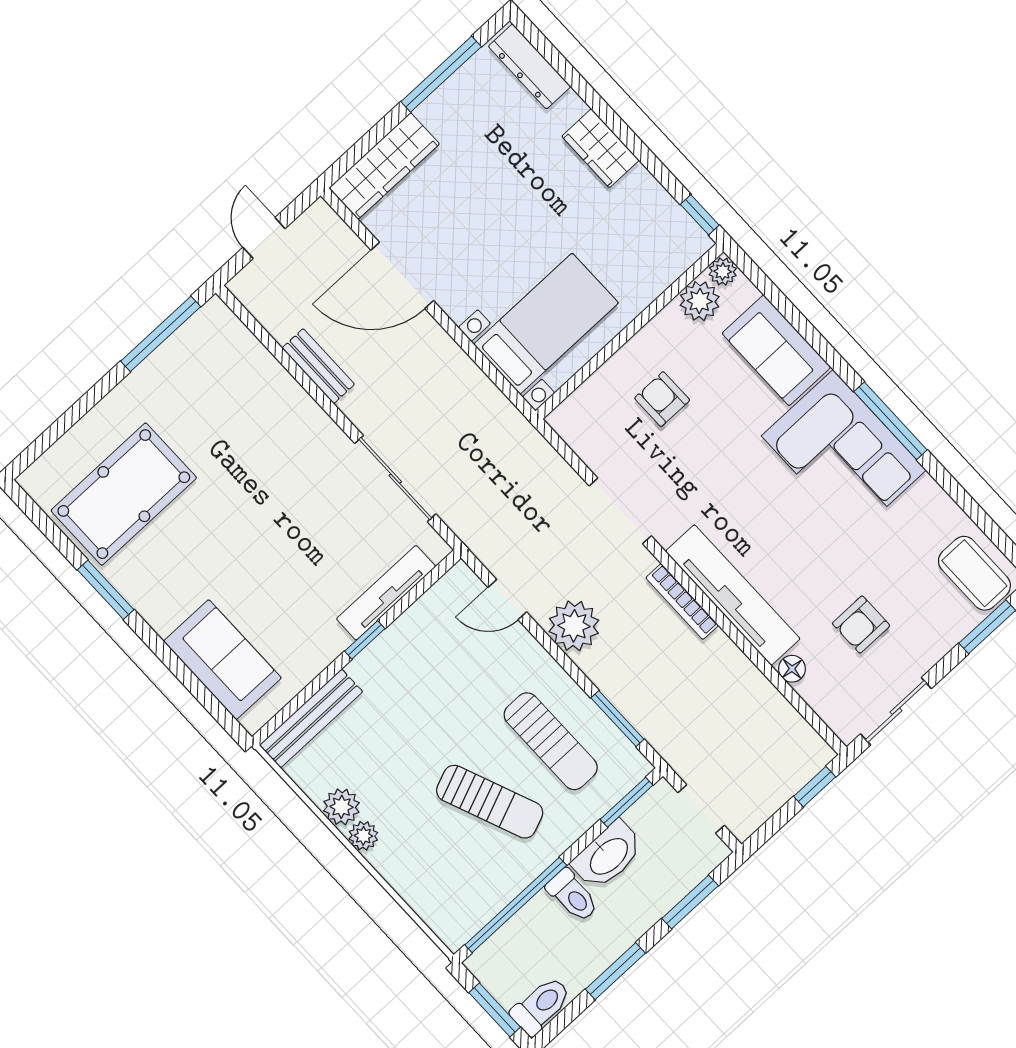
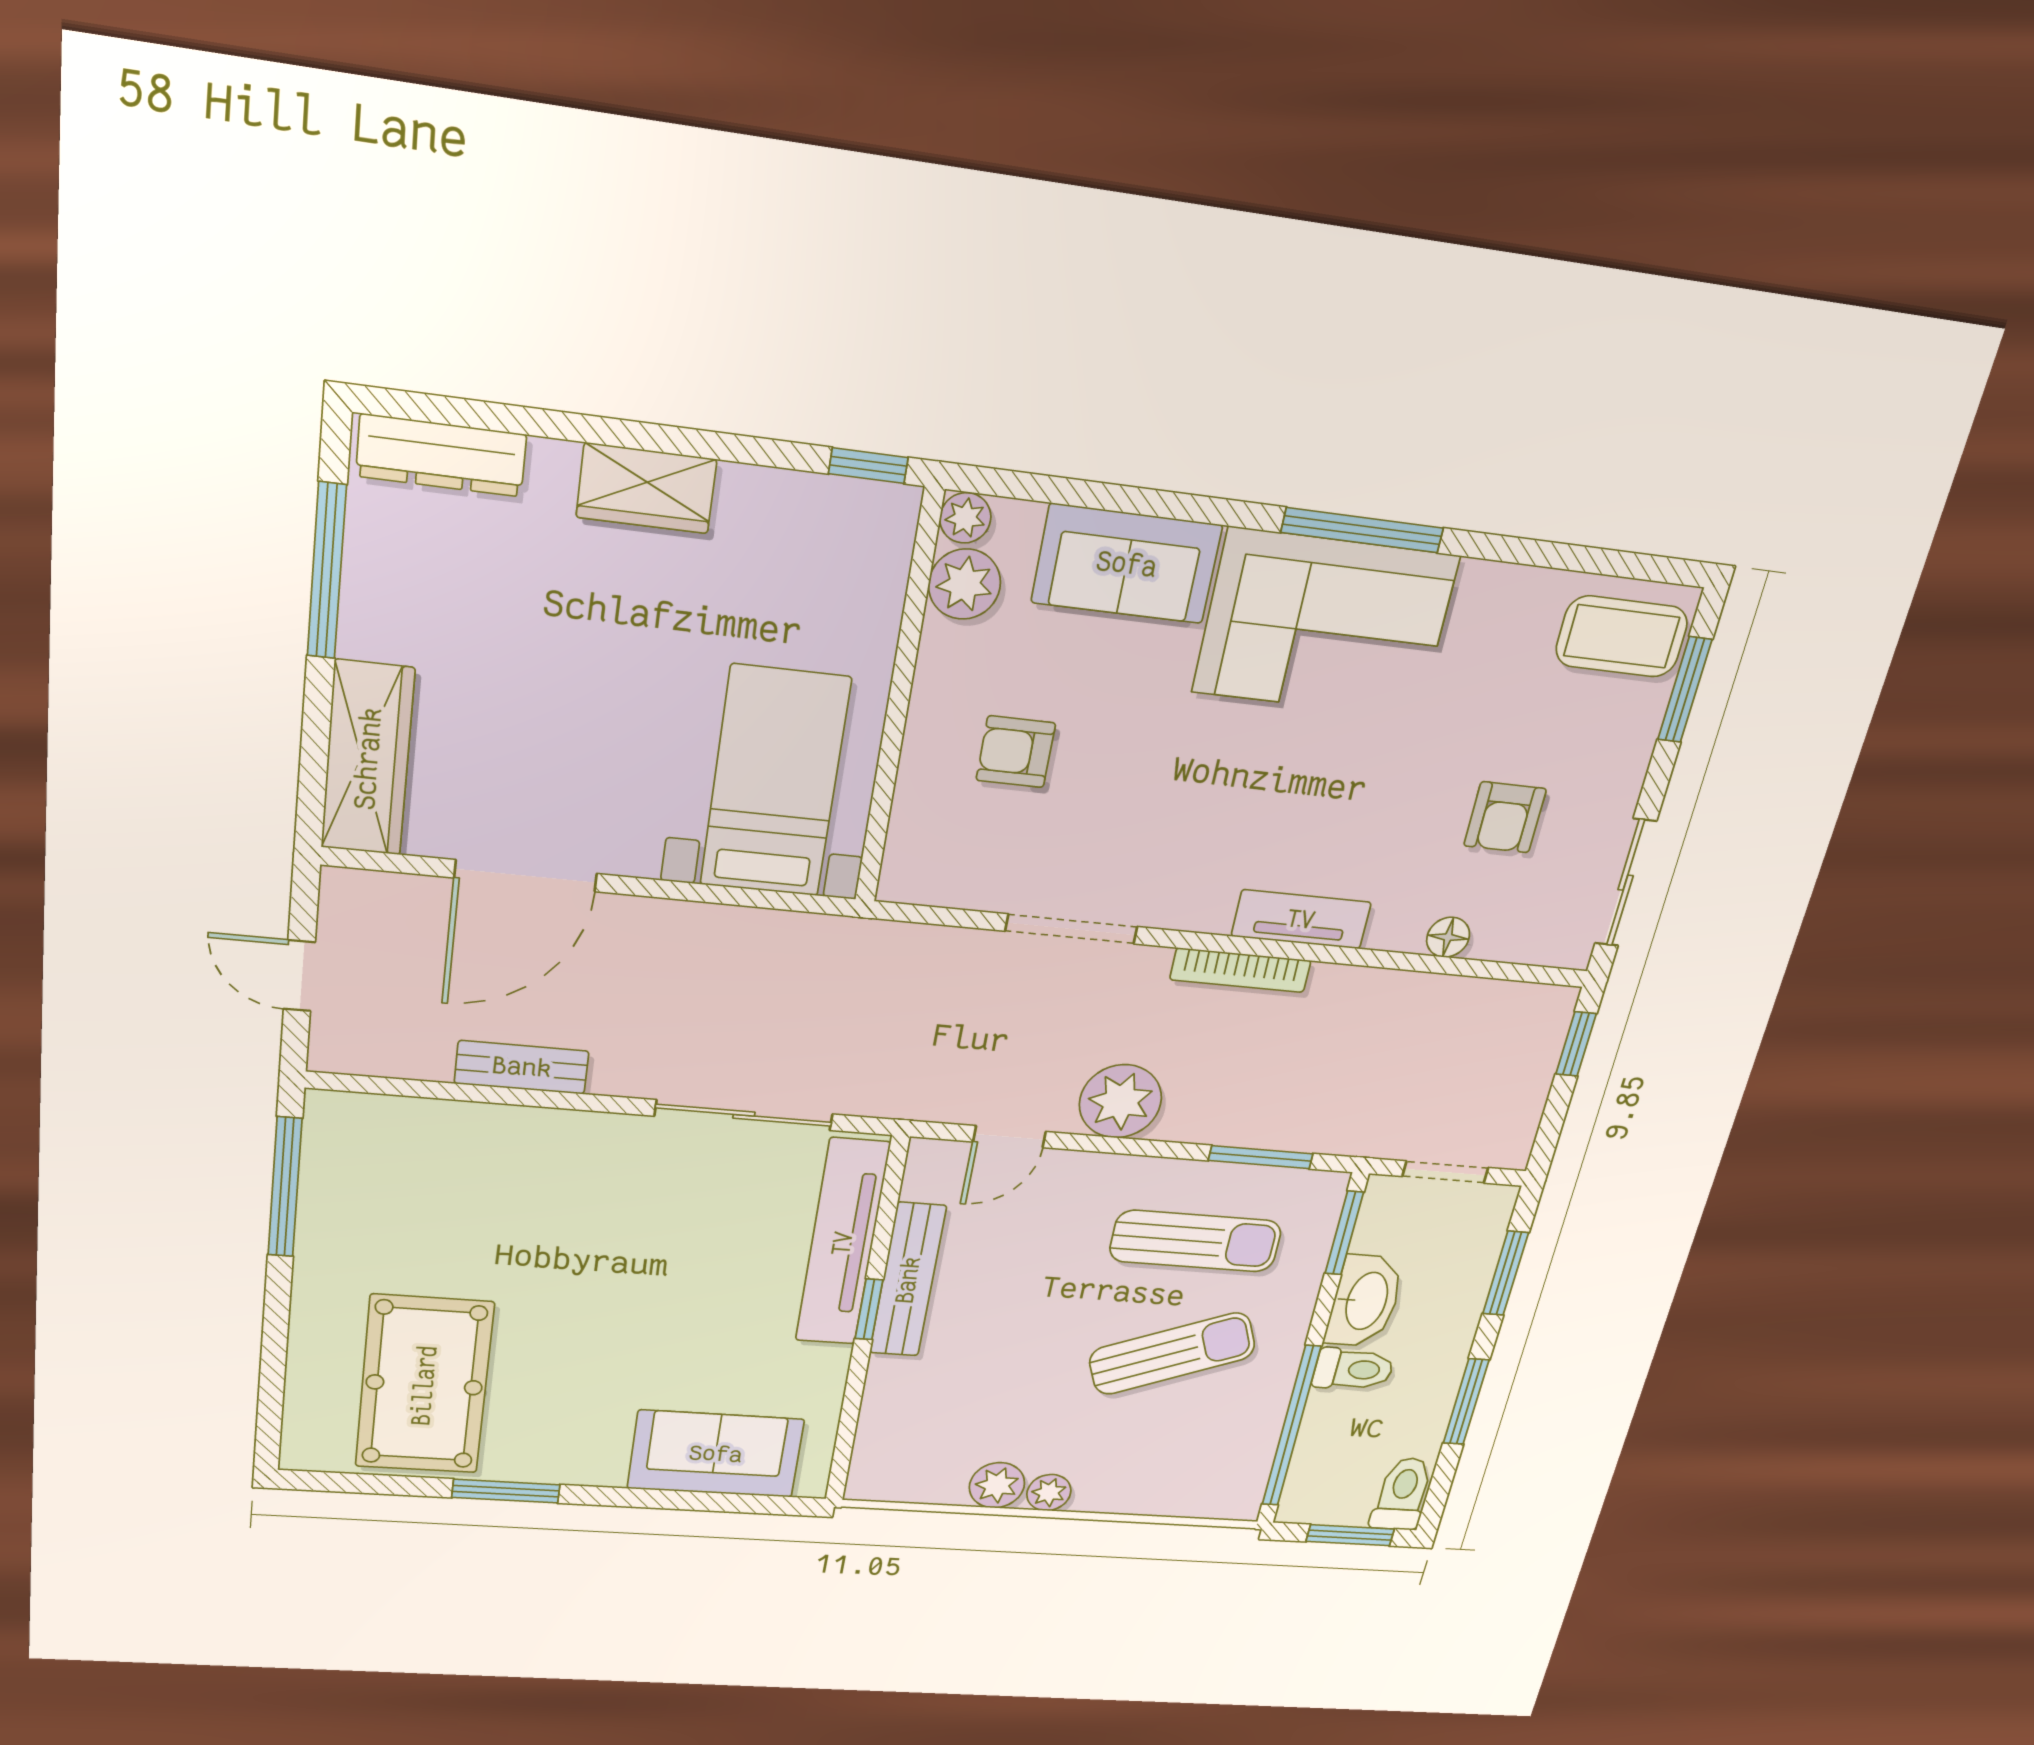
tv unit: (386, 593) -> (842, 1243), width x1.36, depth x1.29
tv unit: (733, 595) -> (1301, 919), width x0.52, depth x0.78
bench: (311, 718) -> (908, 1280), moved

